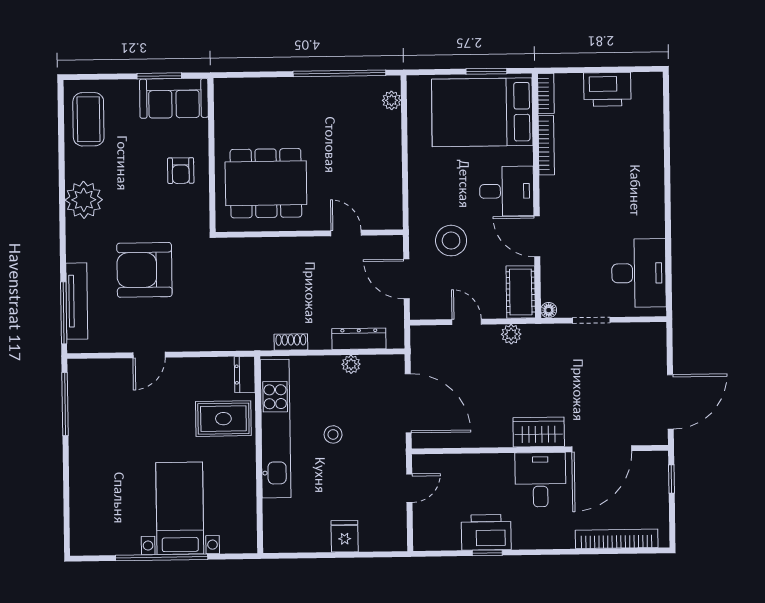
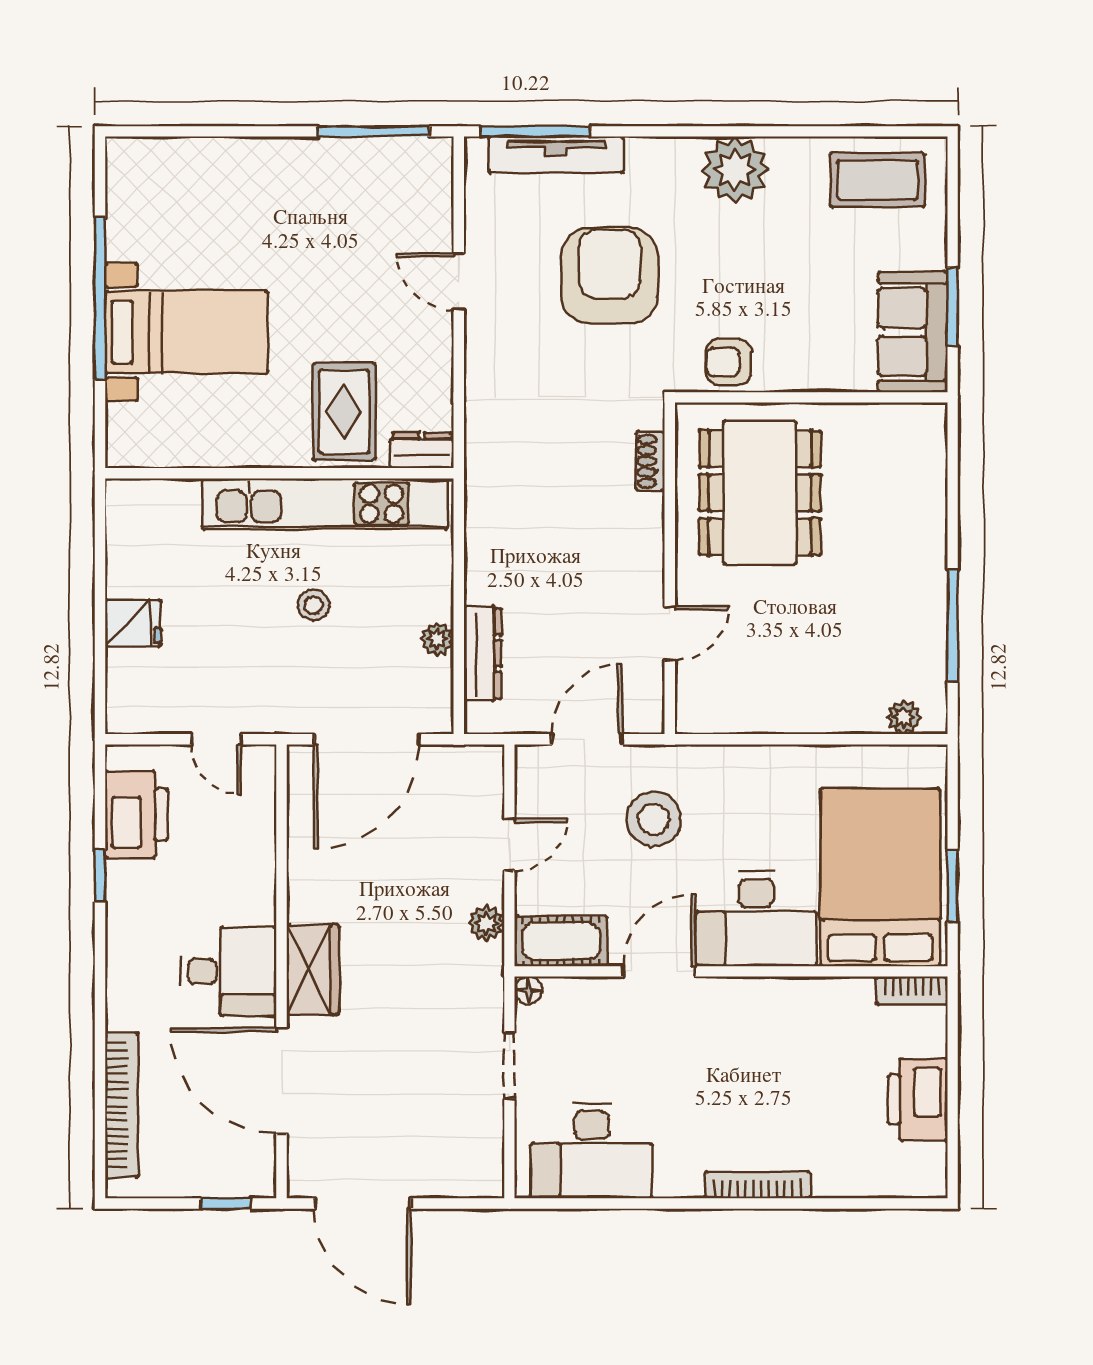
window: (339, 73) -> (953, 626), width x0.68
bookcase: (546, 145) -> (757, 1185), moved, turned 180
armchair: (181, 171) -> (728, 362), moved
desk: (507, 191) -> (756, 919), width x1.37
shoe rack: (291, 342) -> (650, 461), moved, turned 180
printer: (486, 532) -> (136, 815), moved

